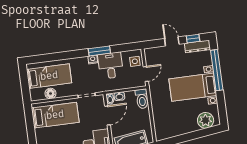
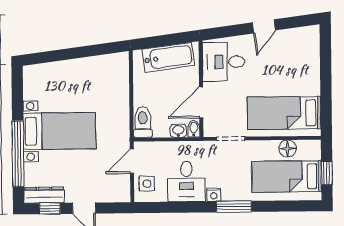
window: (99, 51) -> (234, 207), moved
window: (24, 81) -> (327, 173), added
plant: (206, 120) -> (46, 76), removed

